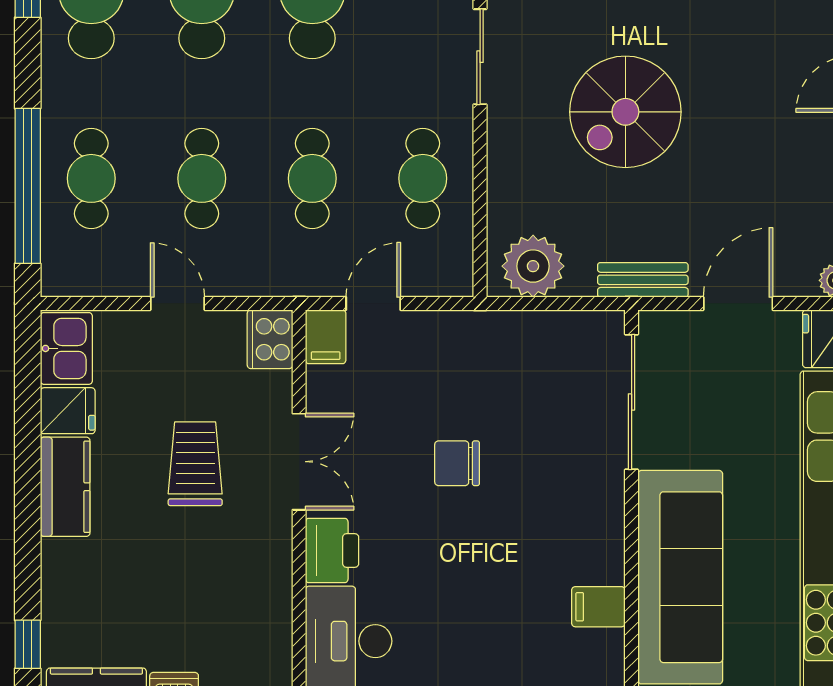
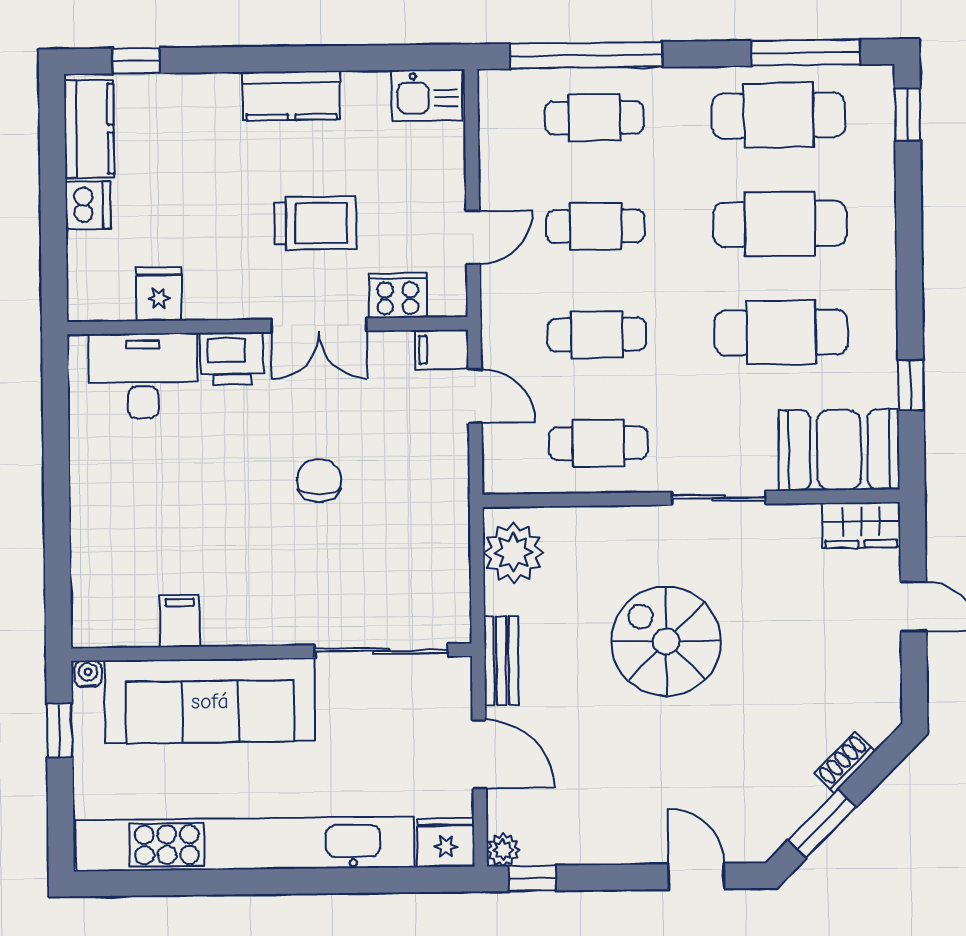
door: (177, 303) -> (473, 237), moved
cooker: (270, 339) -> (398, 296), moved
fridge: (68, 411) -> (159, 294), moved, turned 180

